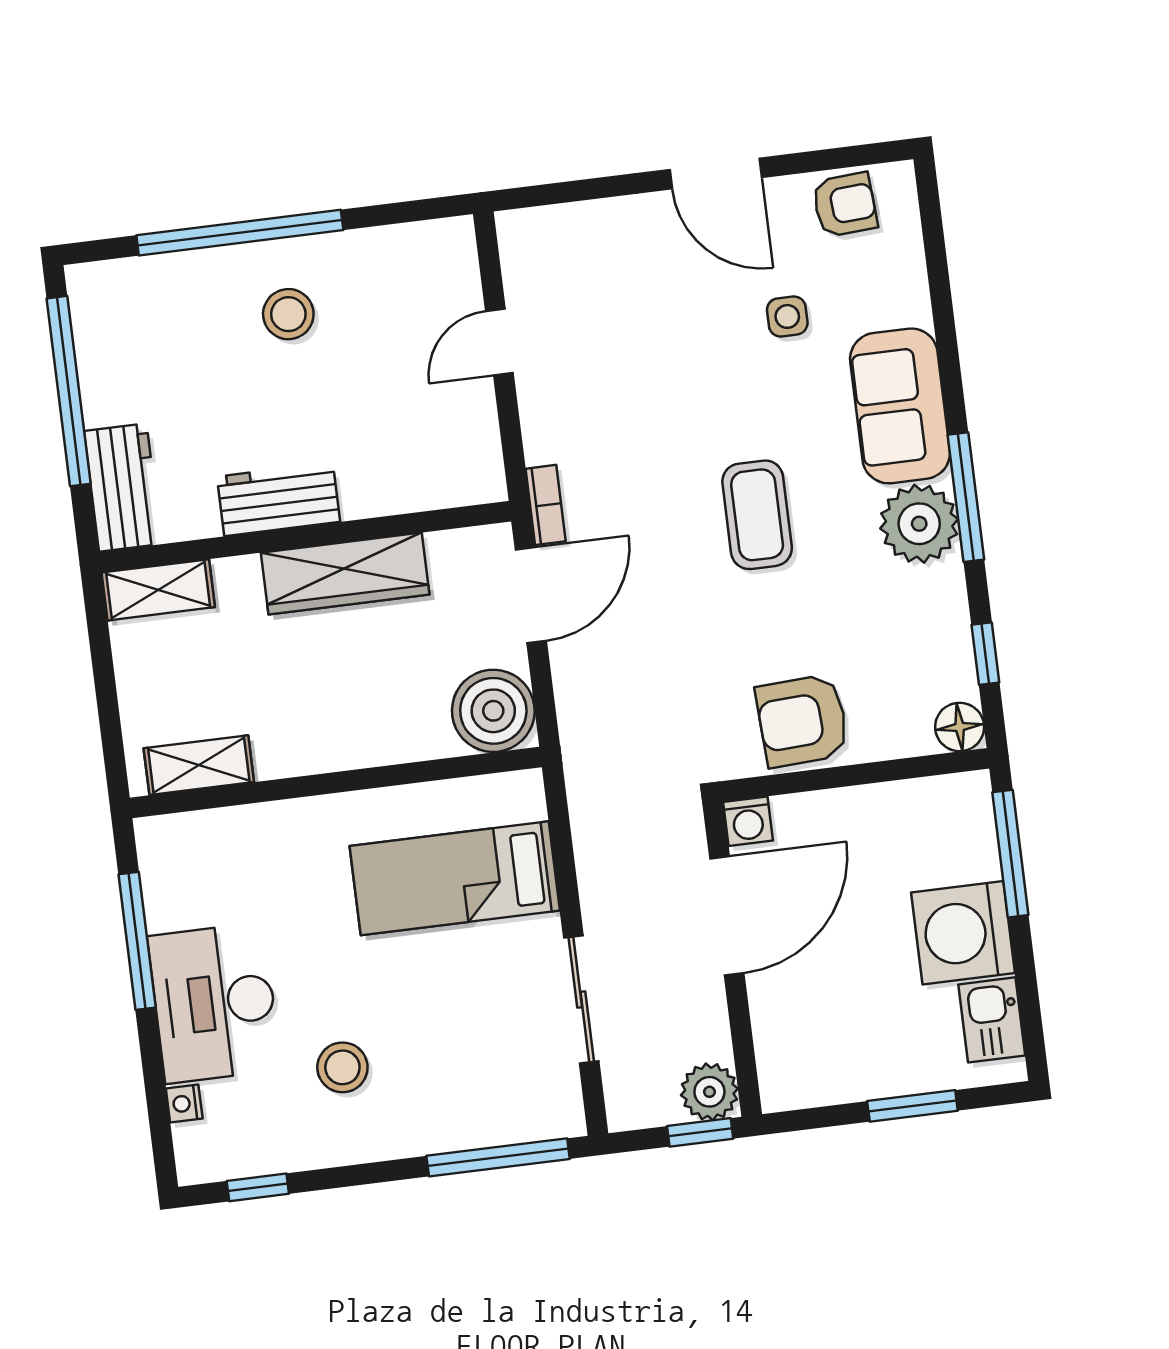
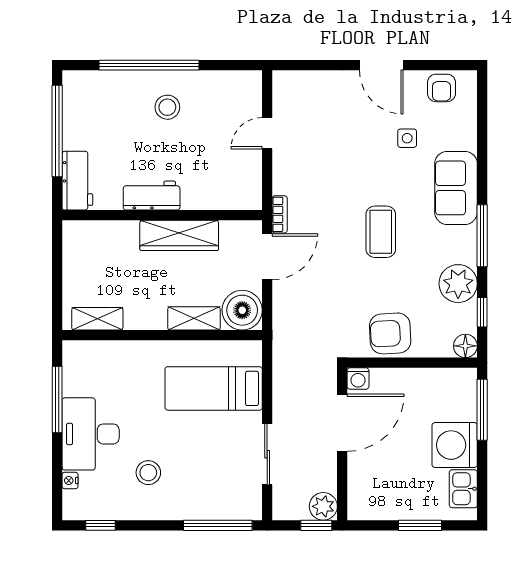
armchair: (845, 205) -> (442, 88), turned 94
plant: (919, 524) -> (458, 284), moved
shelving: (158, 590) -> (194, 318), moved

